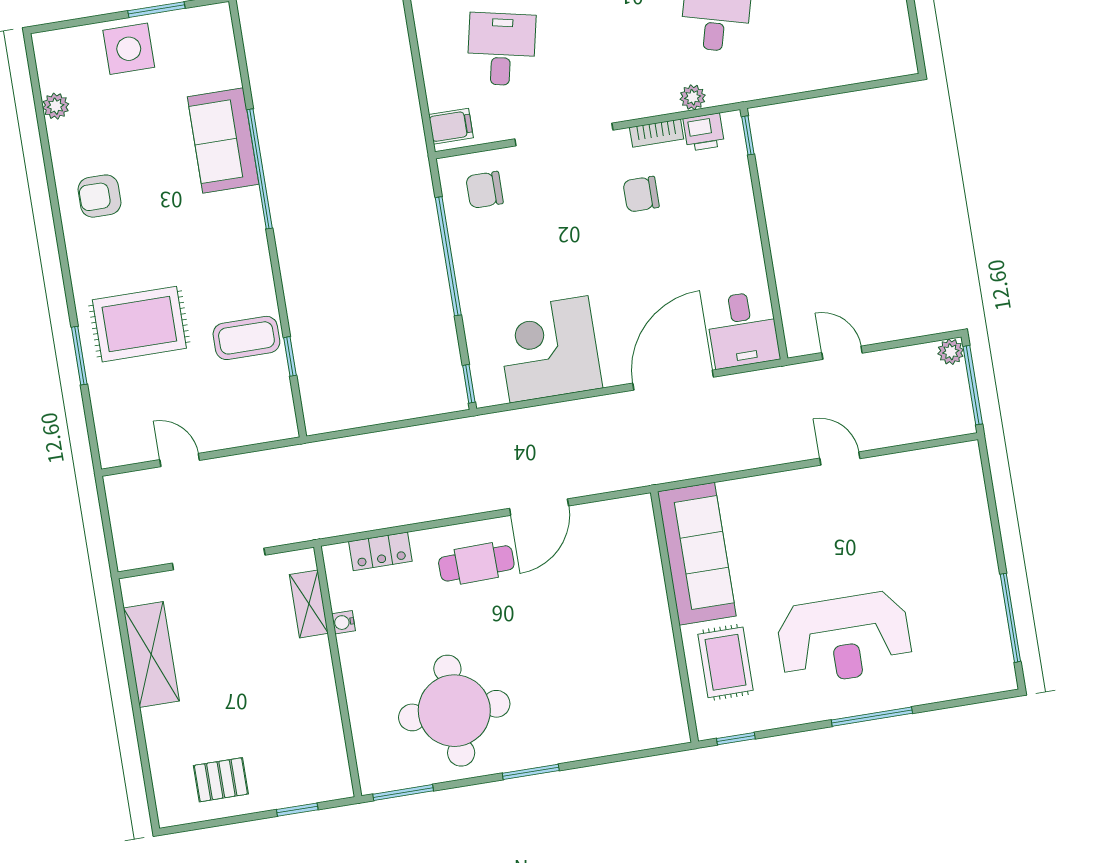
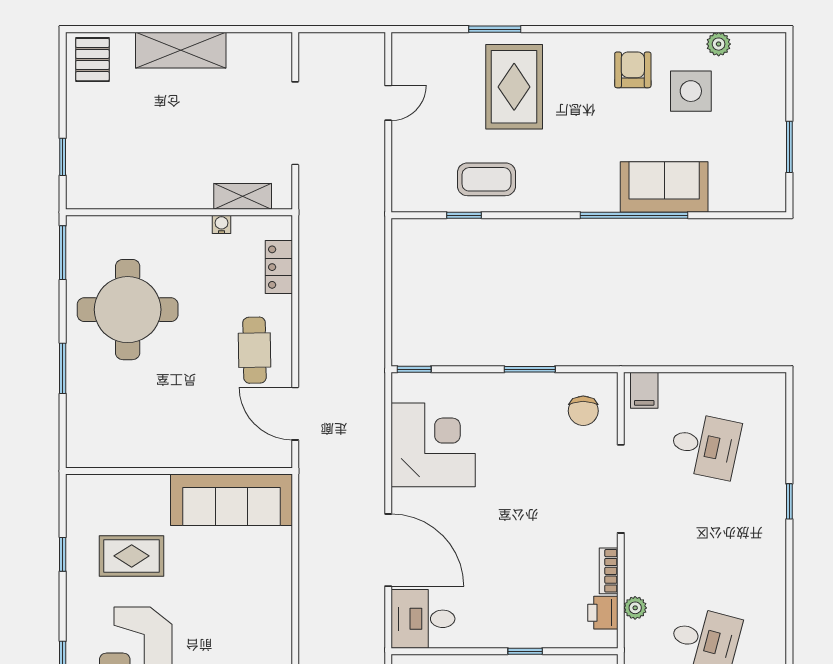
side table: (129, 49) -> (691, 91), moved
window: (748, 135) -> (525, 651), moved
chair: (485, 190) -> (583, 411), turned 180
chair: (641, 194) -> (557, 548), removed
window: (448, 256) -> (530, 369), width x0.47
coffee table: (246, 338) -> (486, 179), turned 90
sofa: (697, 554) -> (231, 500), moved
wall: (675, 617) -> (179, 471), moved
shelving: (151, 654) -> (181, 50), moved
pallet: (221, 780) -> (92, 60), moved

